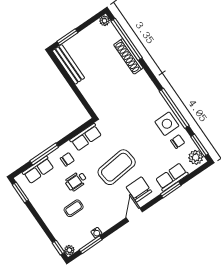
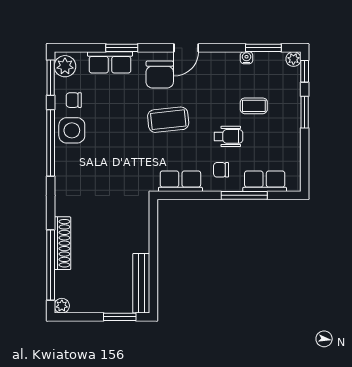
coffee table: (117, 167) -> (168, 120), width x0.73, depth x0.76
window: (20, 192) -> (305, 112), moved

